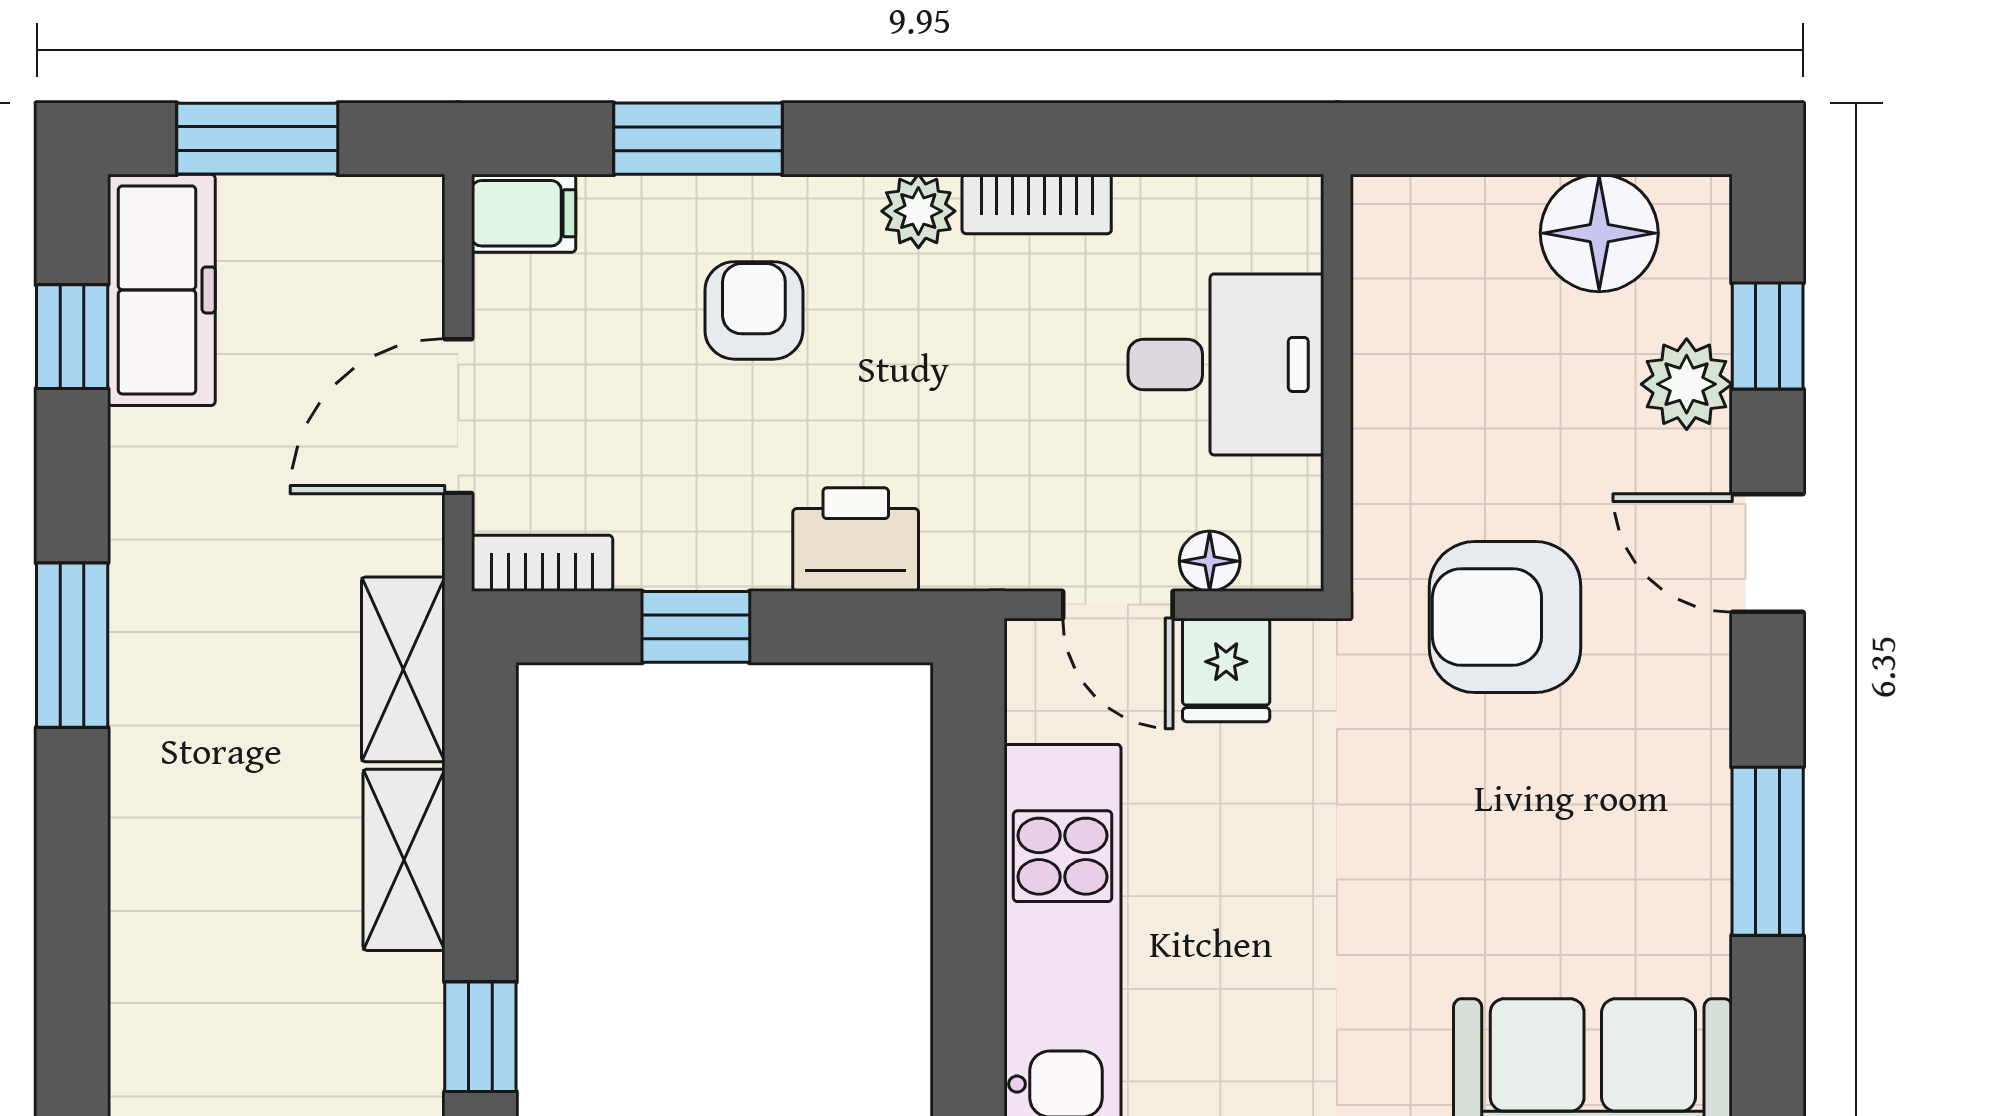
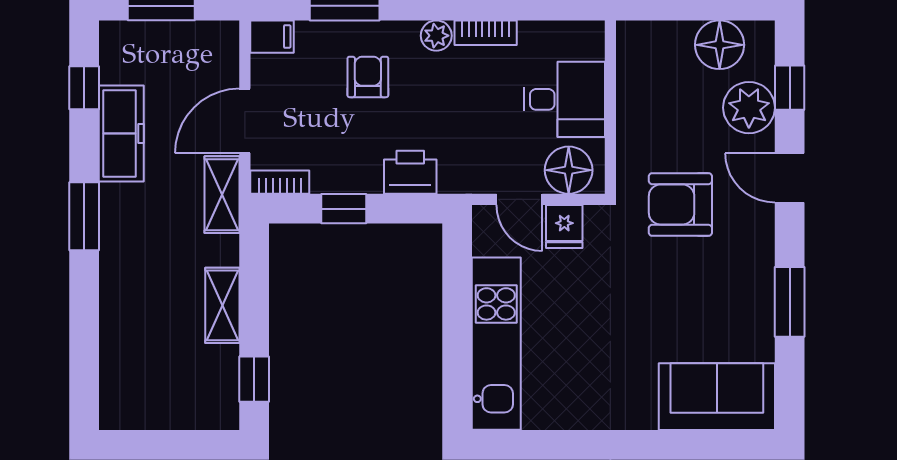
freezer: (161, 290) -> (121, 133), moved
plant: (1687, 384) -> (749, 108), width x1.36, depth x1.36
floor lamp: (1210, 561) -> (569, 170), width x1.89, depth x1.89
shelving: (403, 669) -> (222, 195), moved

